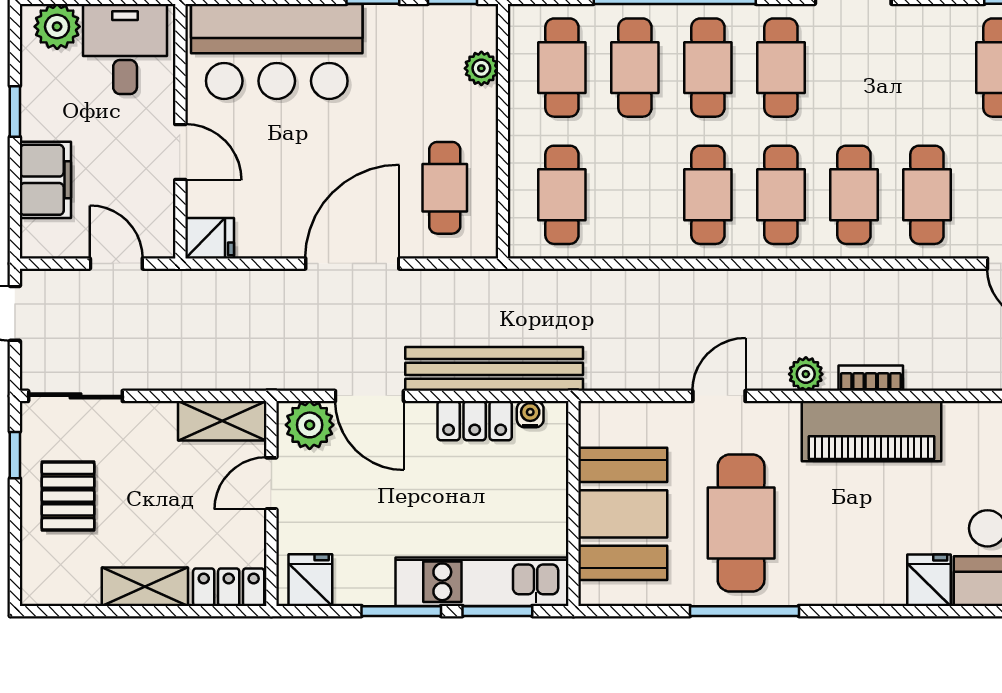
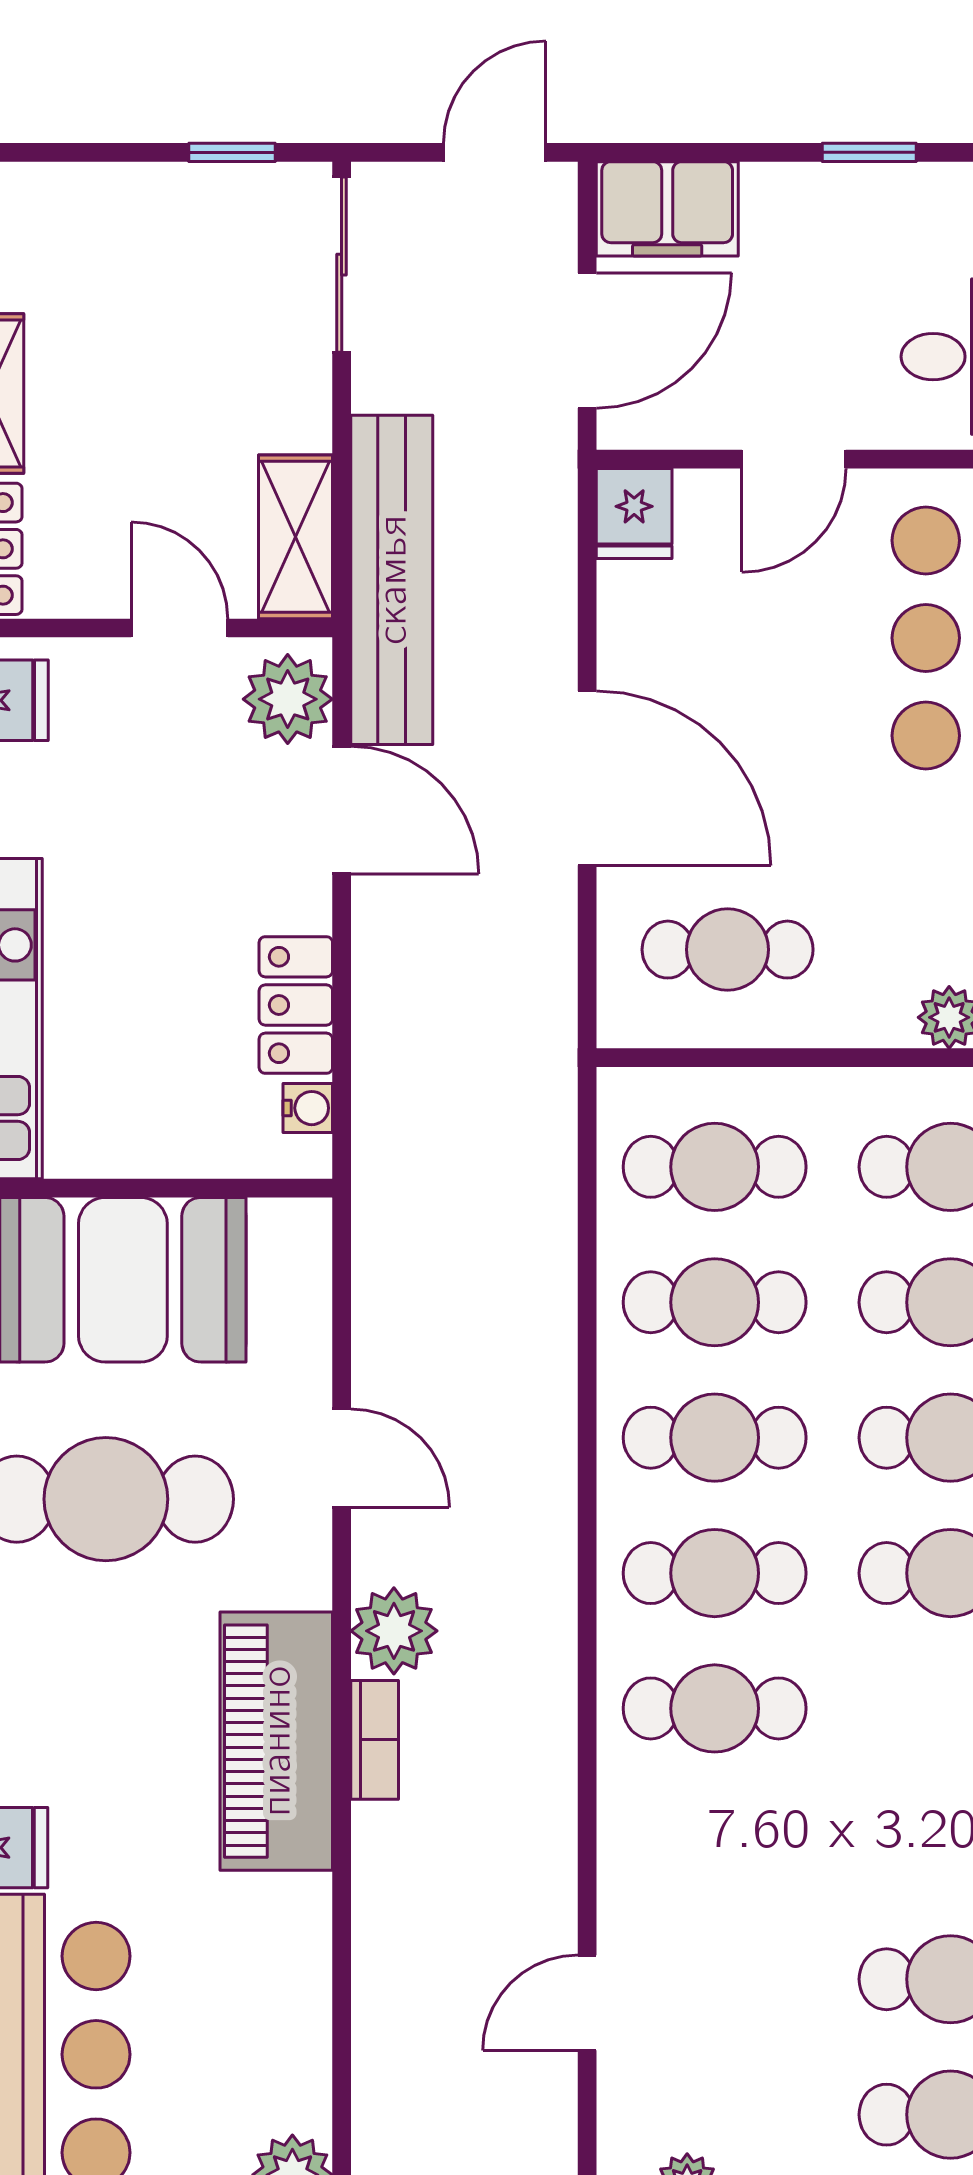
filing cabinet: (45, 180) -> (667, 209), moved
cafe table: (927, 195) -> (715, 1302), moved
door: (116, 264) -> (587, 340), width x1.38
bench: (494, 369) -> (392, 580), moved
plant: (806, 374) -> (394, 1631), width x1.38, depth x1.38
door: (369, 396) -> (342, 810), swing flipped
pallet: (68, 496) -> (156, 251), removed

